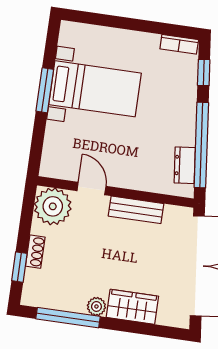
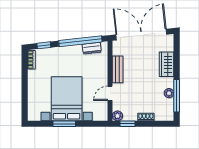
bed with nightstands: (95, 89) -> (67, 99), width x1.36
plant: (53, 206) -> (117, 116), width x0.53, depth x0.53
window: (19, 267) -> (127, 124), moved
plant: (96, 306) -> (169, 93), moved

